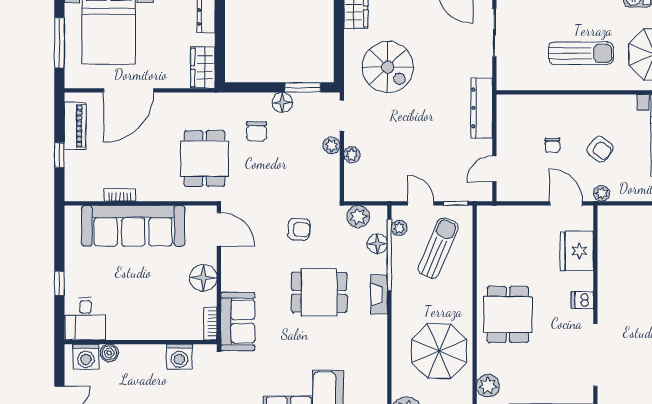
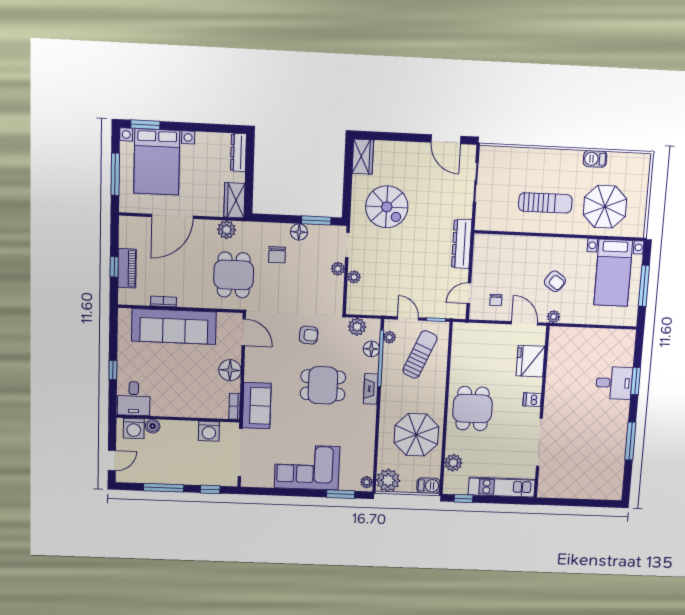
plant: (194, 104) -> (227, 230), added
piano: (75, 126) -> (127, 268), moved
chair: (552, 145) -> (496, 300), moved

